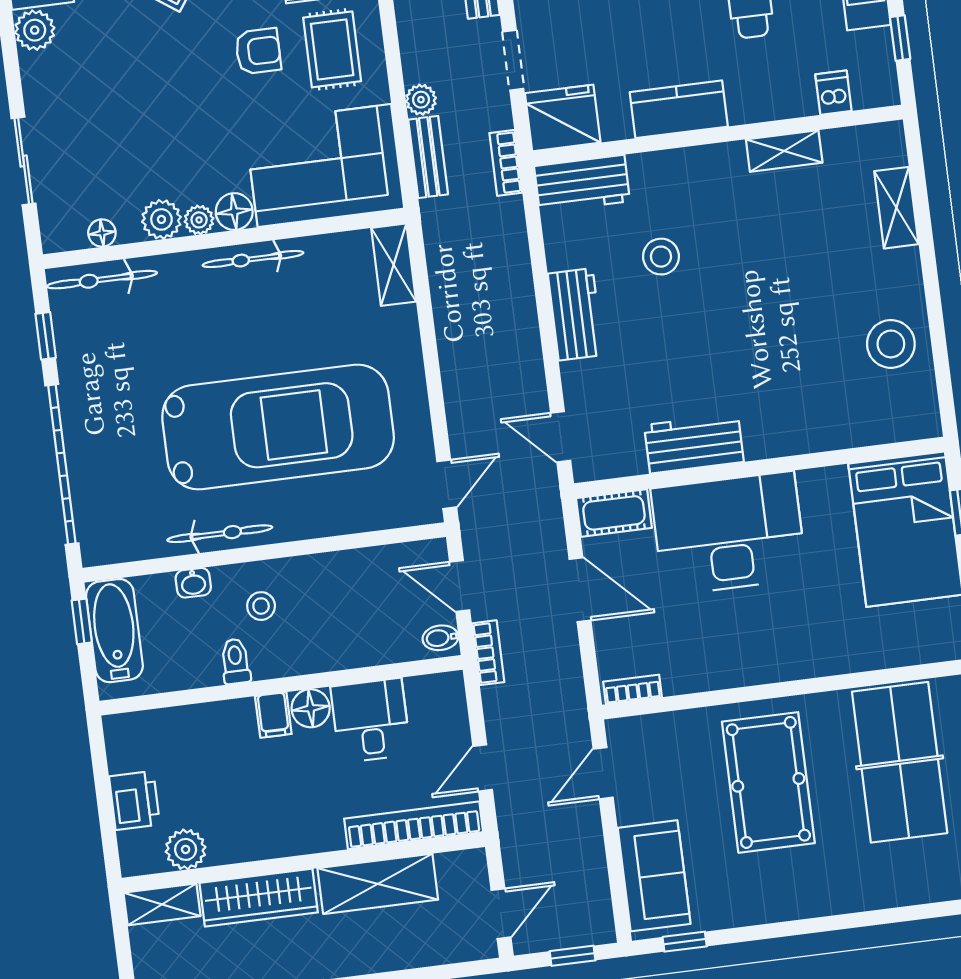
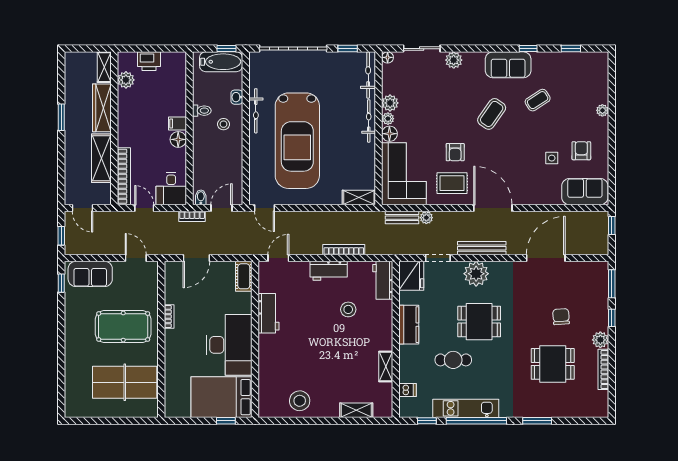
plant: (35, 30) -> (454, 60), moved
bookcase: (506, 163) -> (344, 250), moved, width x1.56
floor lamp: (102, 233) -> (388, 57), moved
bicycle: (253, 259) -> (369, 121), moved
desk: (729, 533) -> (229, 345), moved
door: (580, 590) -> (196, 258), moved
bookcase: (633, 689) -> (169, 316), moved
desk: (371, 721) -> (171, 189), moved, turned 90

